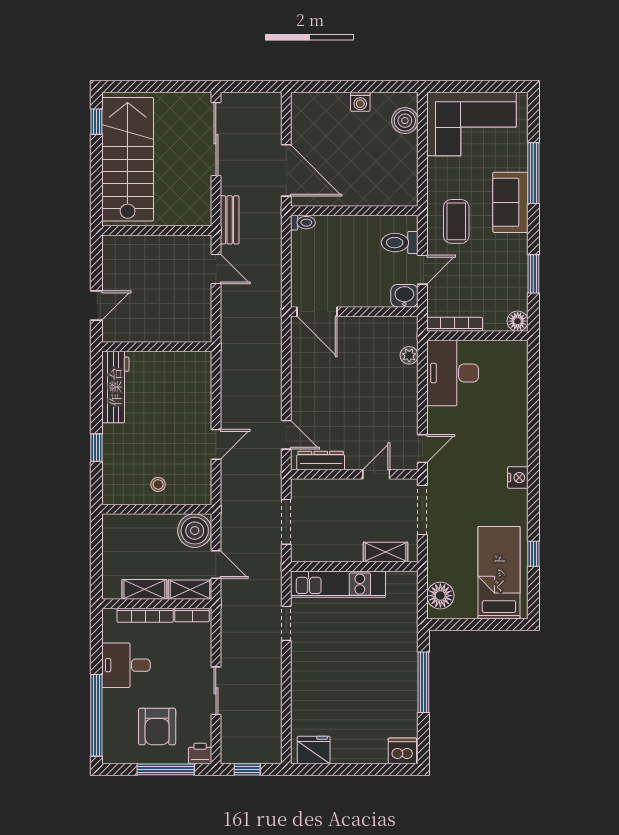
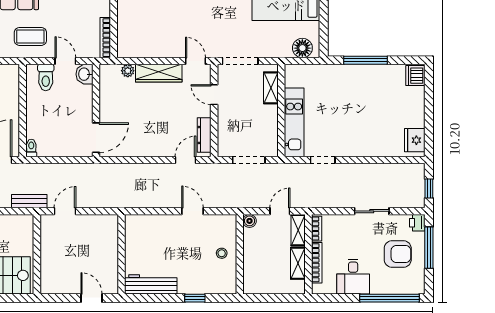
desk: (453, 373) -> (141, 39), removed
wardrobe: (406, 398) -> (159, 73), added
boiler: (195, 531) -> (249, 221), width x0.54, depth x0.54

